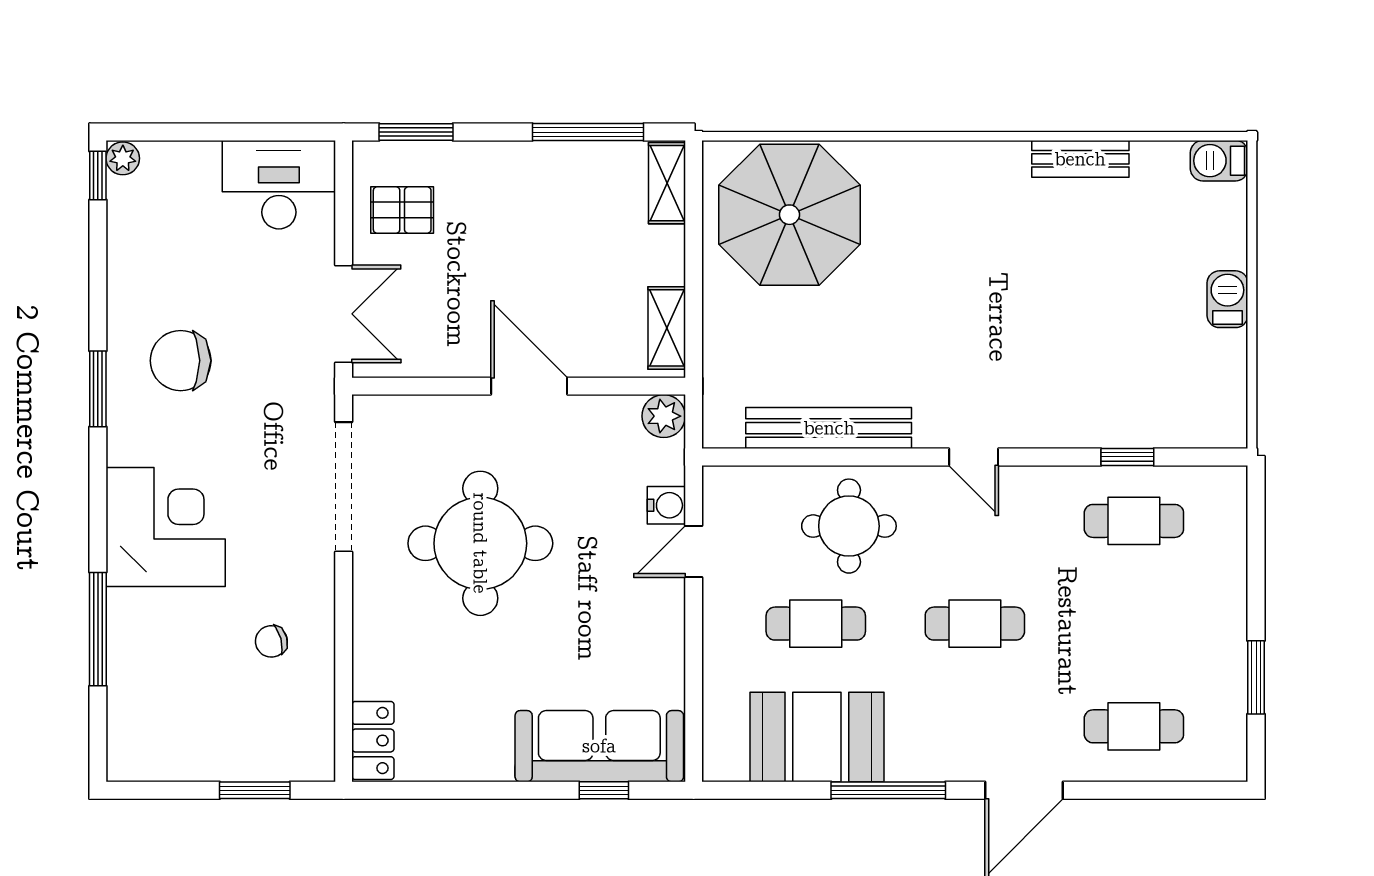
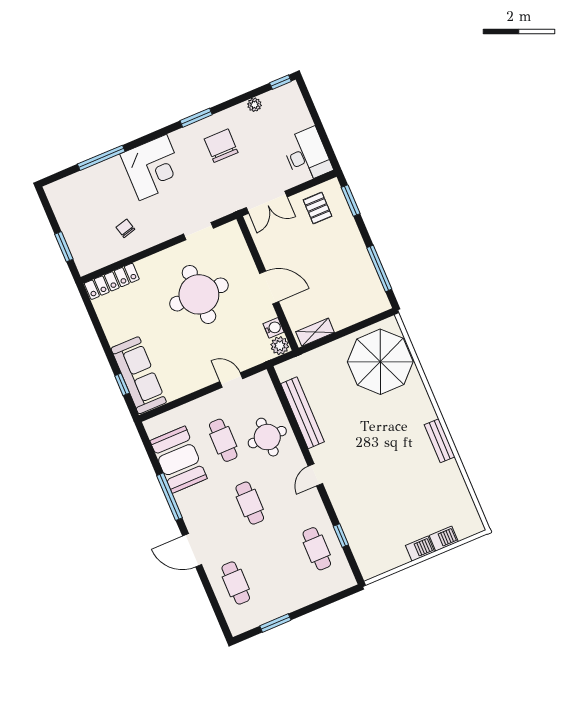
plant: (123, 158) -> (254, 105), moved
bench: (1080, 159) -> (440, 441), moved
barbecue: (1219, 161) -> (444, 539), moved, turned 90
shelving: (667, 183) -> (372, 308), removed
door: (529, 386) -> (269, 288), hinge flipped
doorway: (344, 487) -> (198, 231), width x0.53
water cooler: (666, 505) -> (274, 328), moved, turned -90
locker: (373, 740) -> (112, 281), width x1.53

